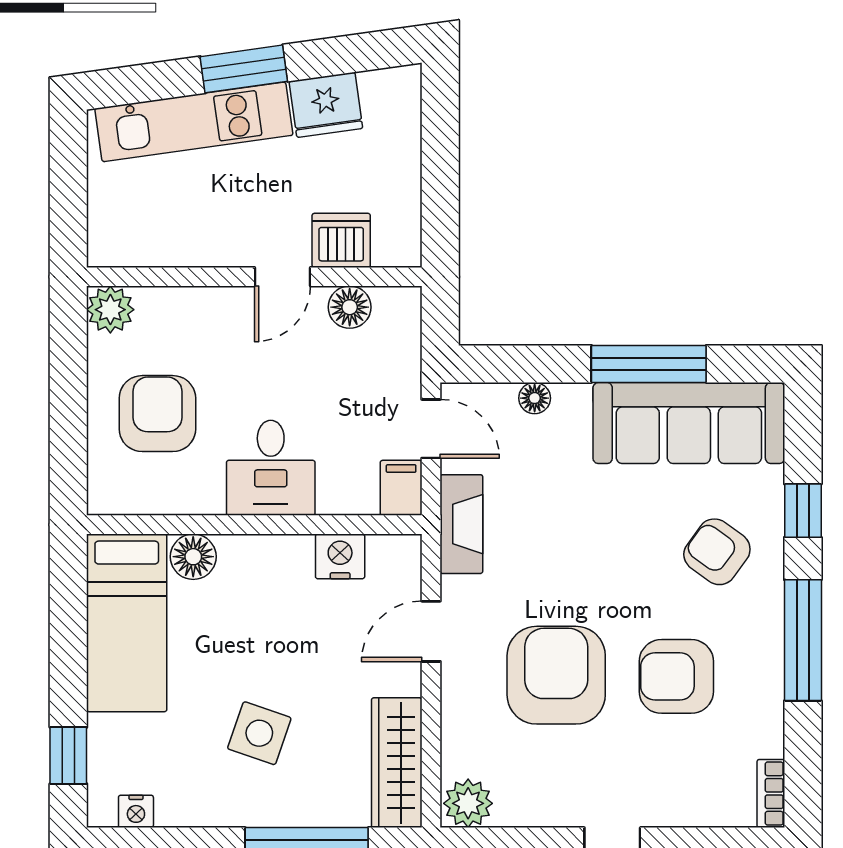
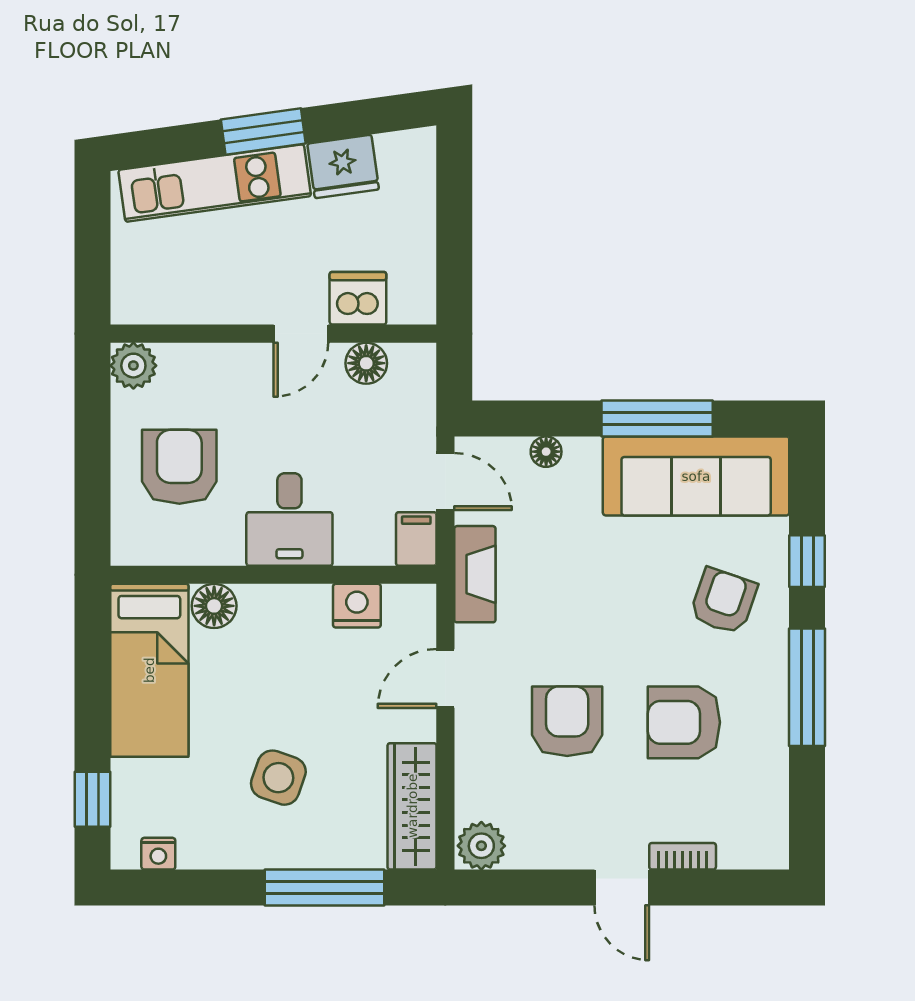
armchair: (717, 552) -> (723, 601), turned 73
armchair: (556, 675) -> (567, 721), width x0.73, depth x0.73
bookcase: (771, 793) -> (683, 856), moved, turned 90

